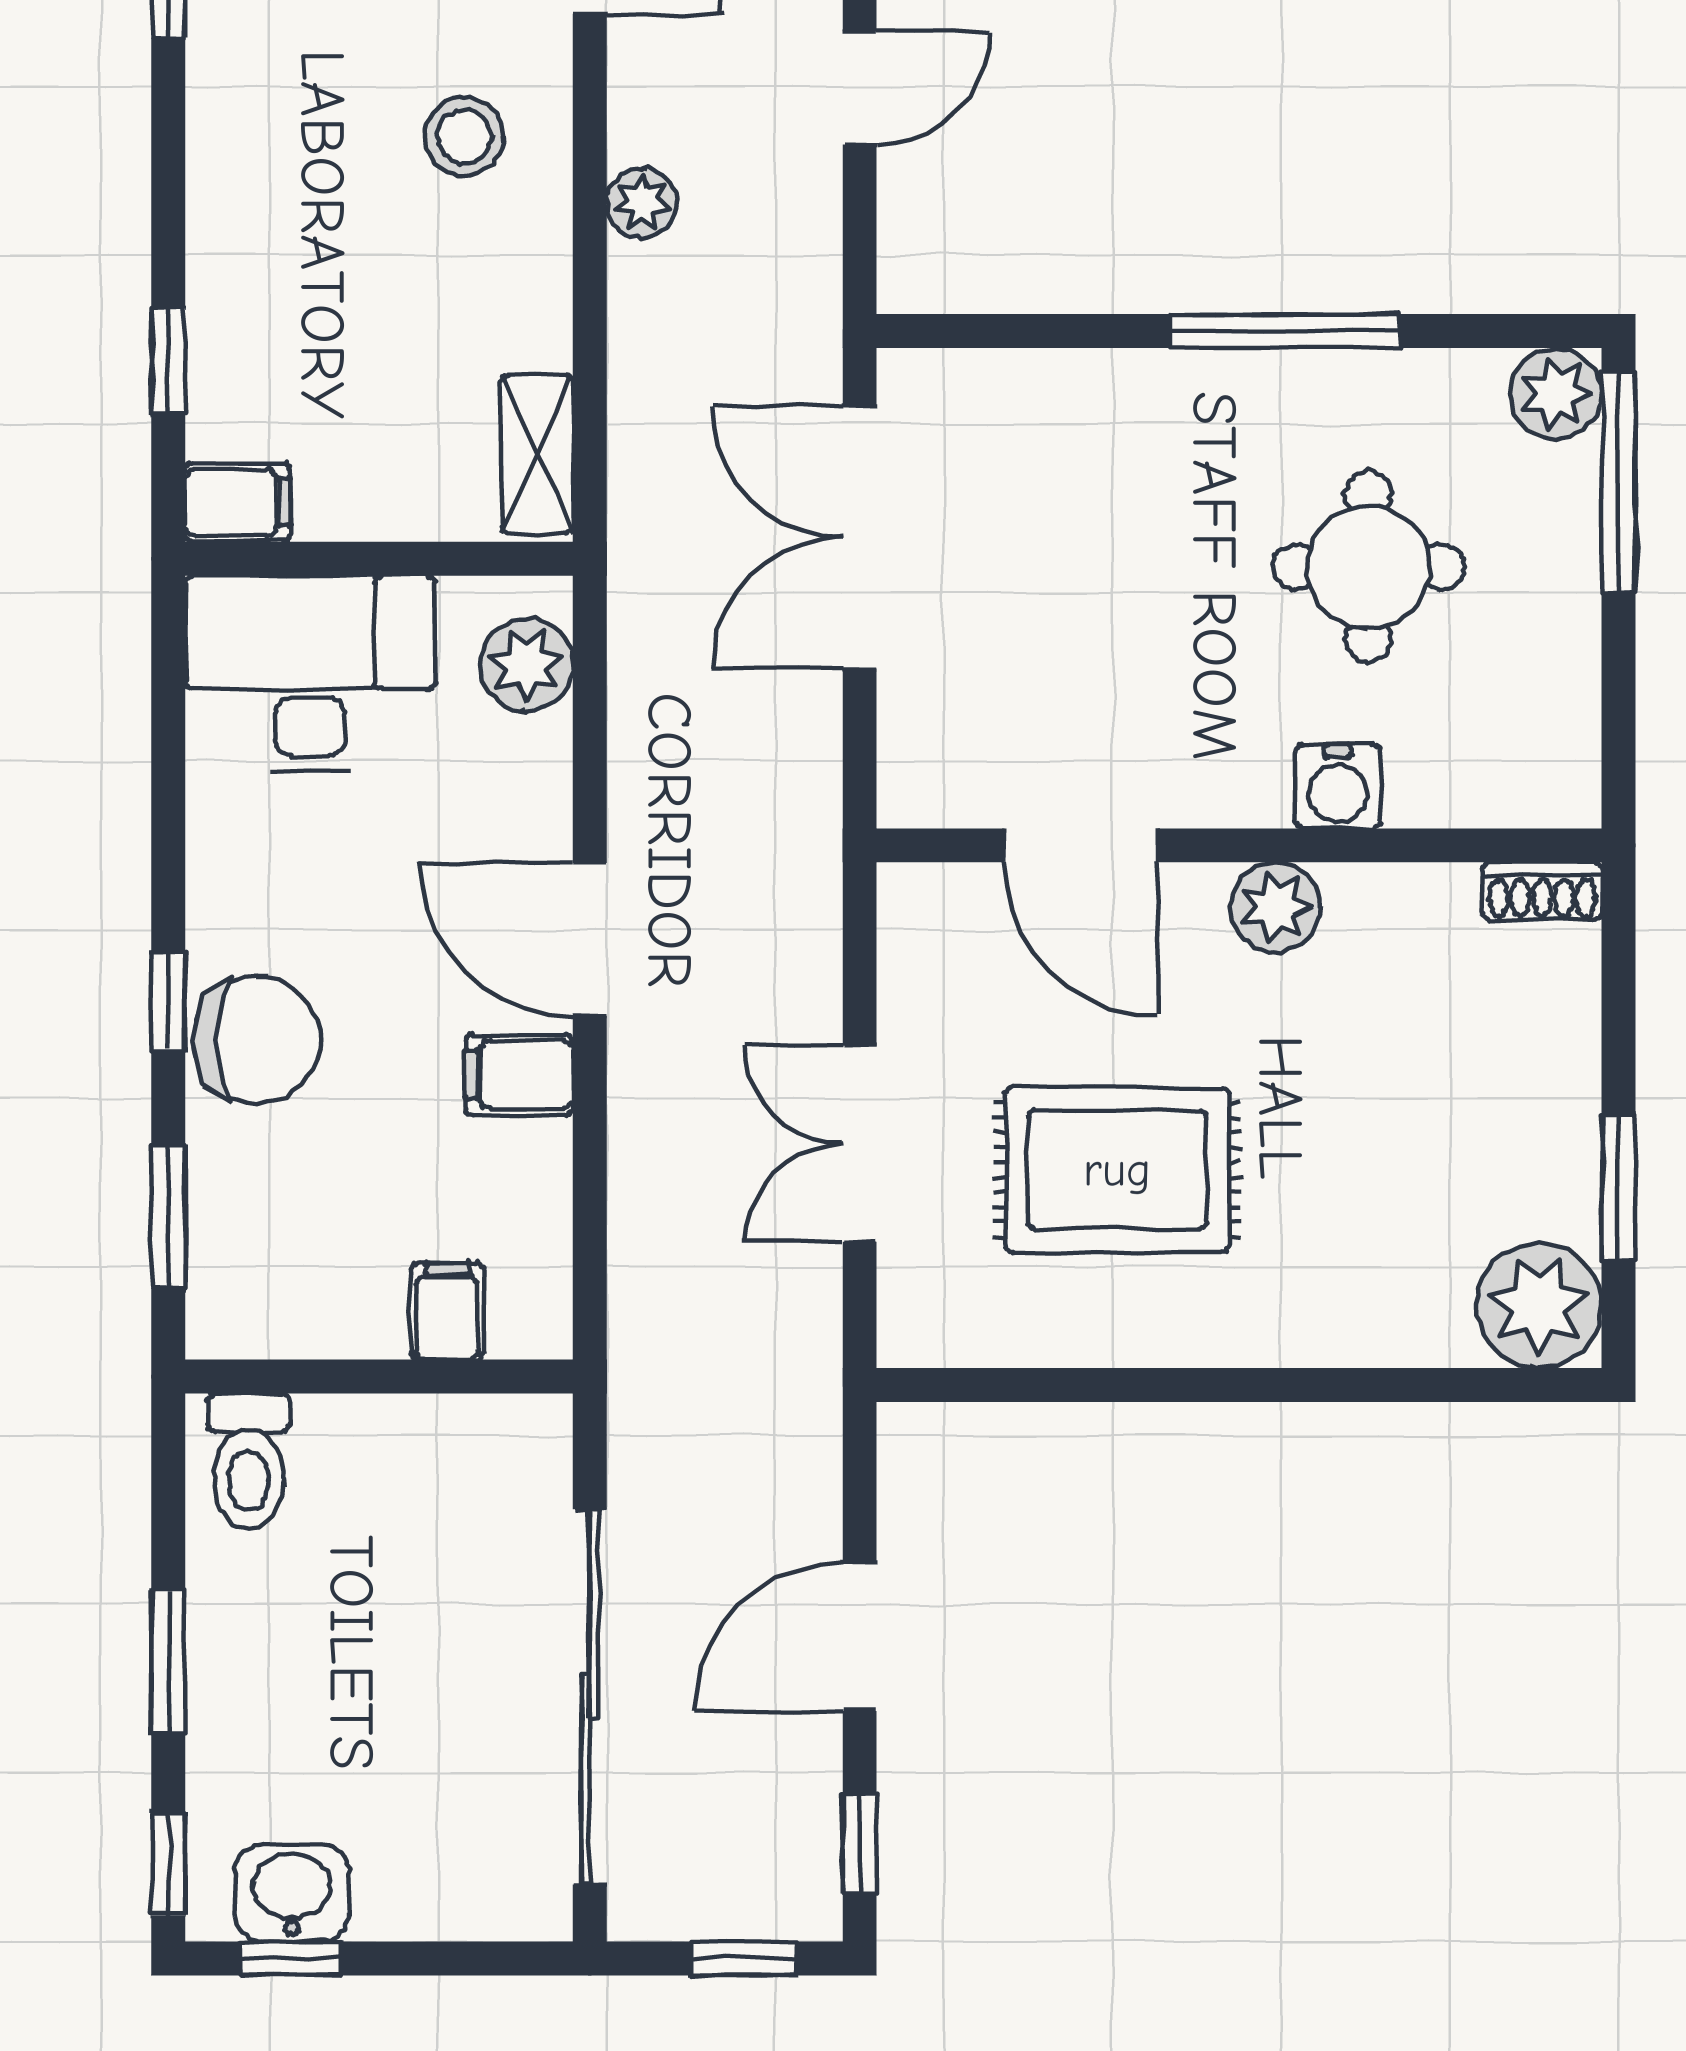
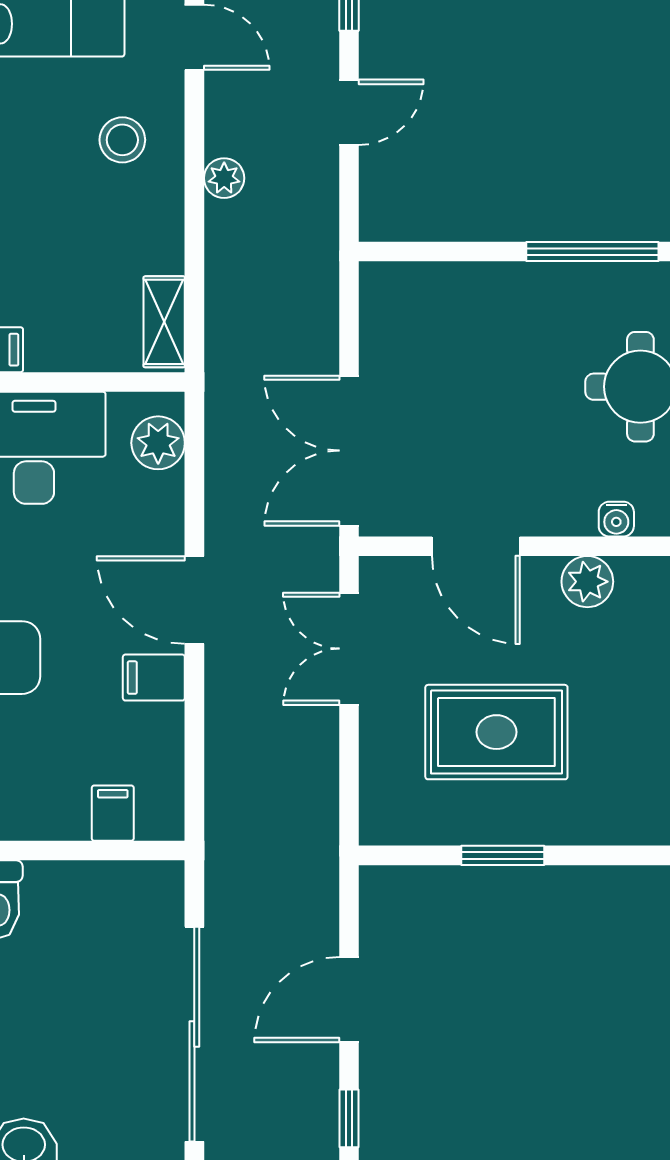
double door: (860, 538) -> (349, 451), moved
water cooler: (1338, 786) -> (616, 519), width x0.72, depth x0.72
double door: (860, 1144) -> (349, 649), moved
window: (1128, 1385) -> (503, 855), added

